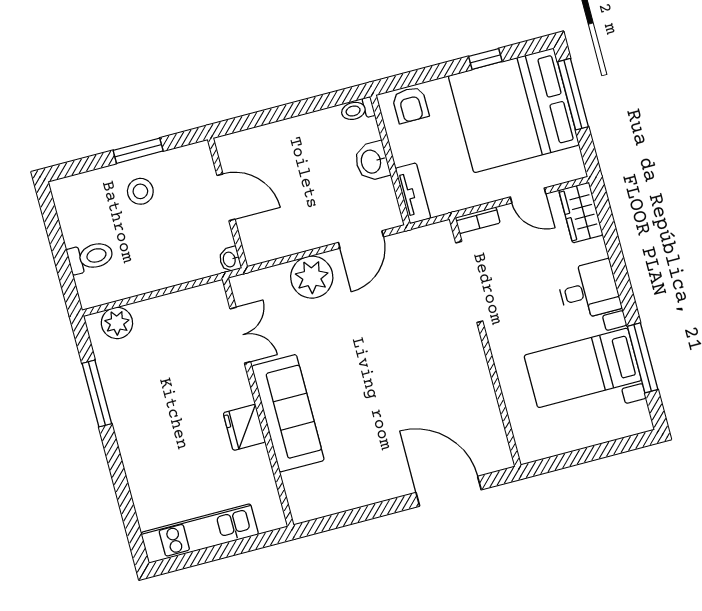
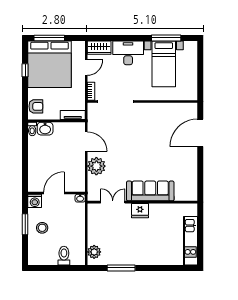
washing machine: (197, 158) -> (35, 201), added
washbasin: (372, 161) -> (45, 129), moved
desk: (589, 290) -> (128, 53), width x1.37
fridge: (244, 427) -> (140, 211), moved

